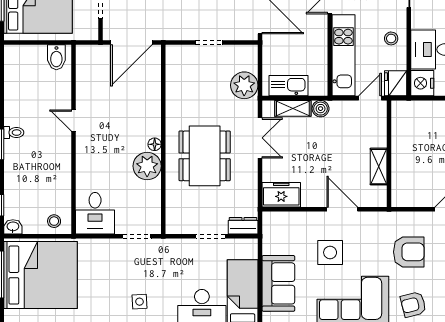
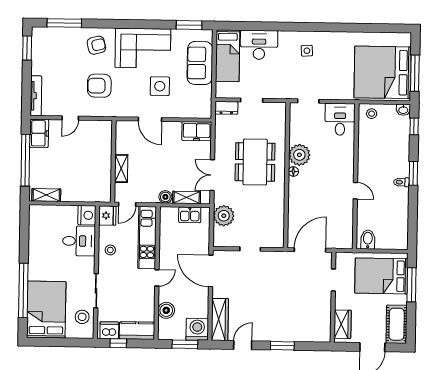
kitchen sink: (288, 86) -> (190, 215), width x0.73
shelving: (379, 167) -> (121, 168), moved

